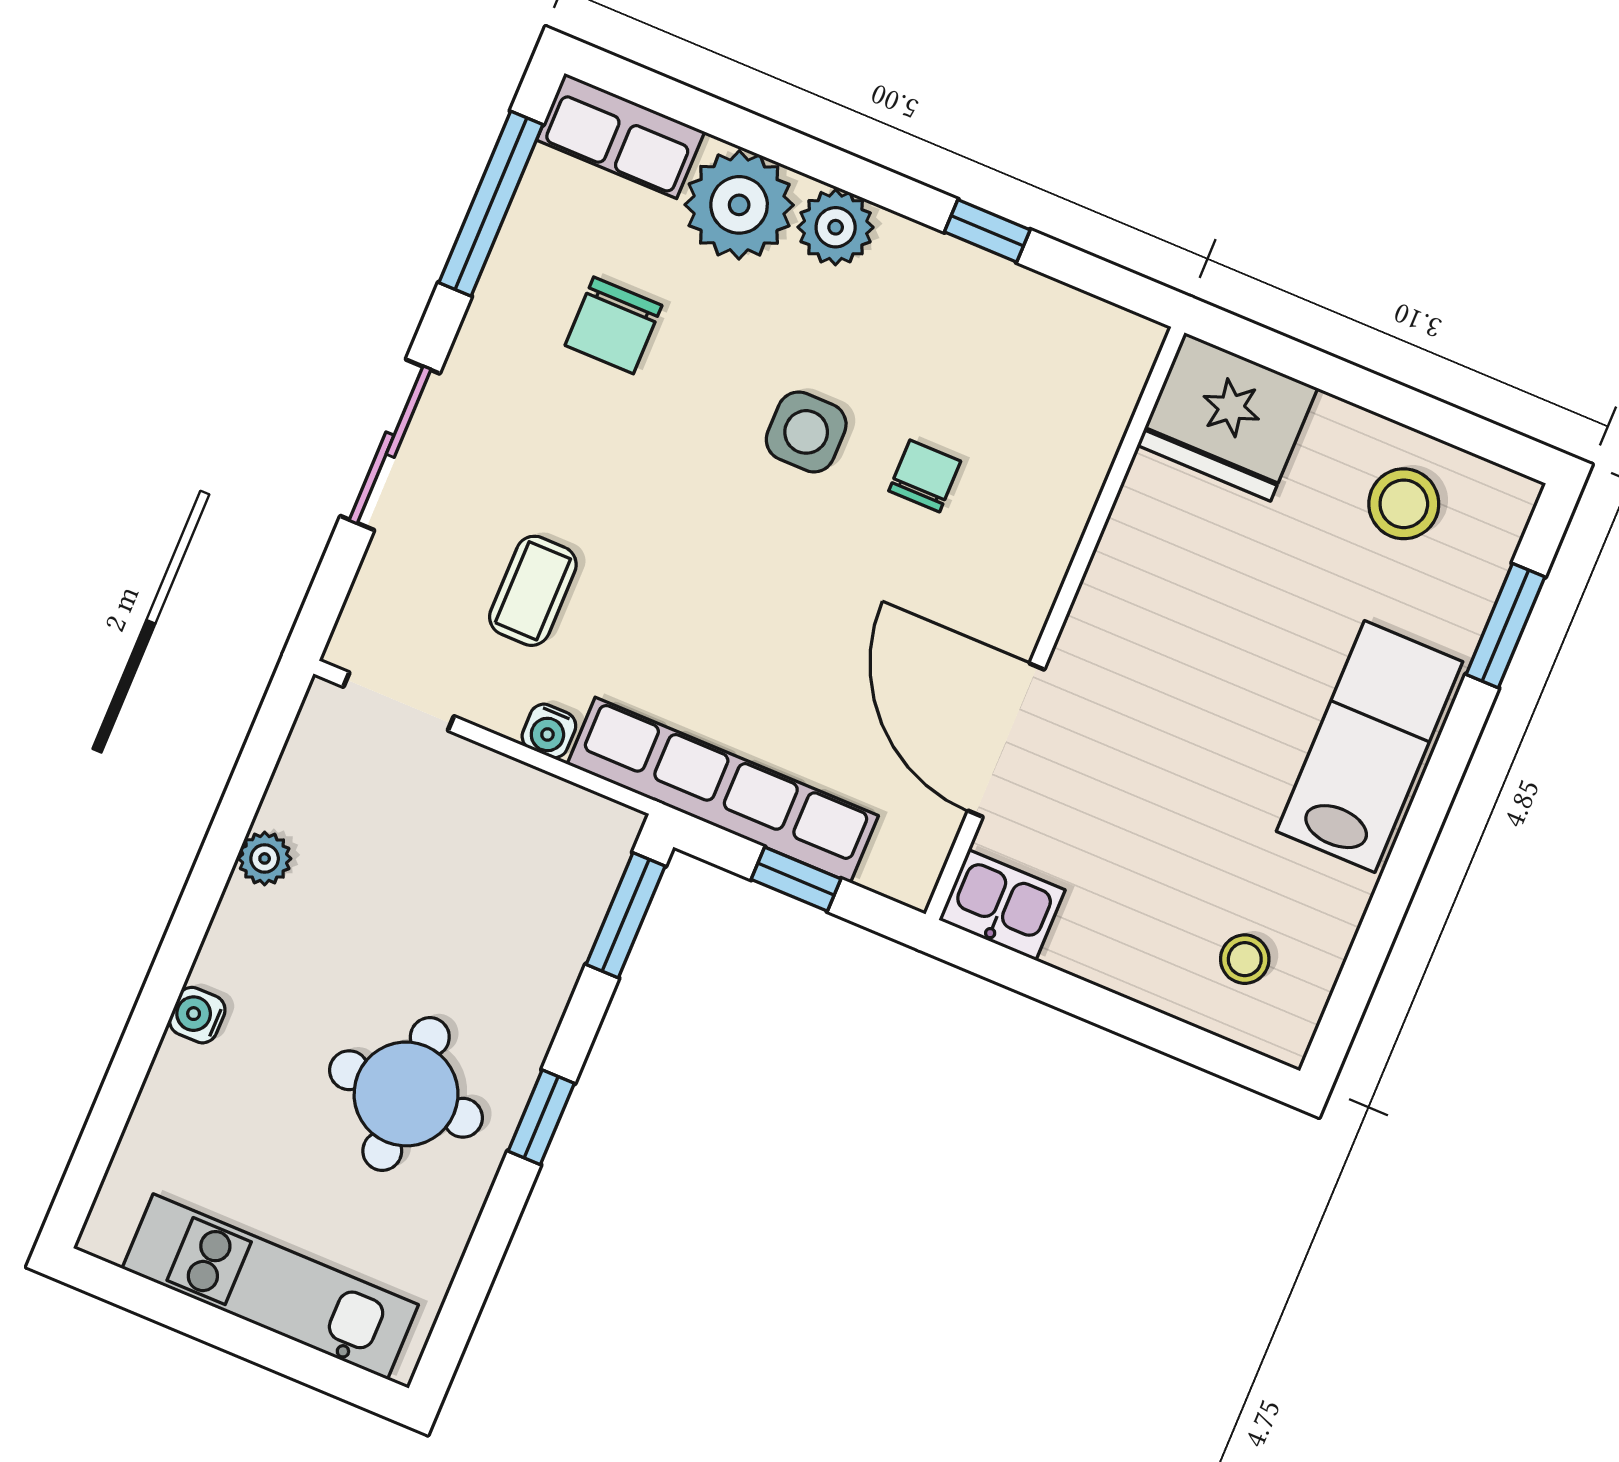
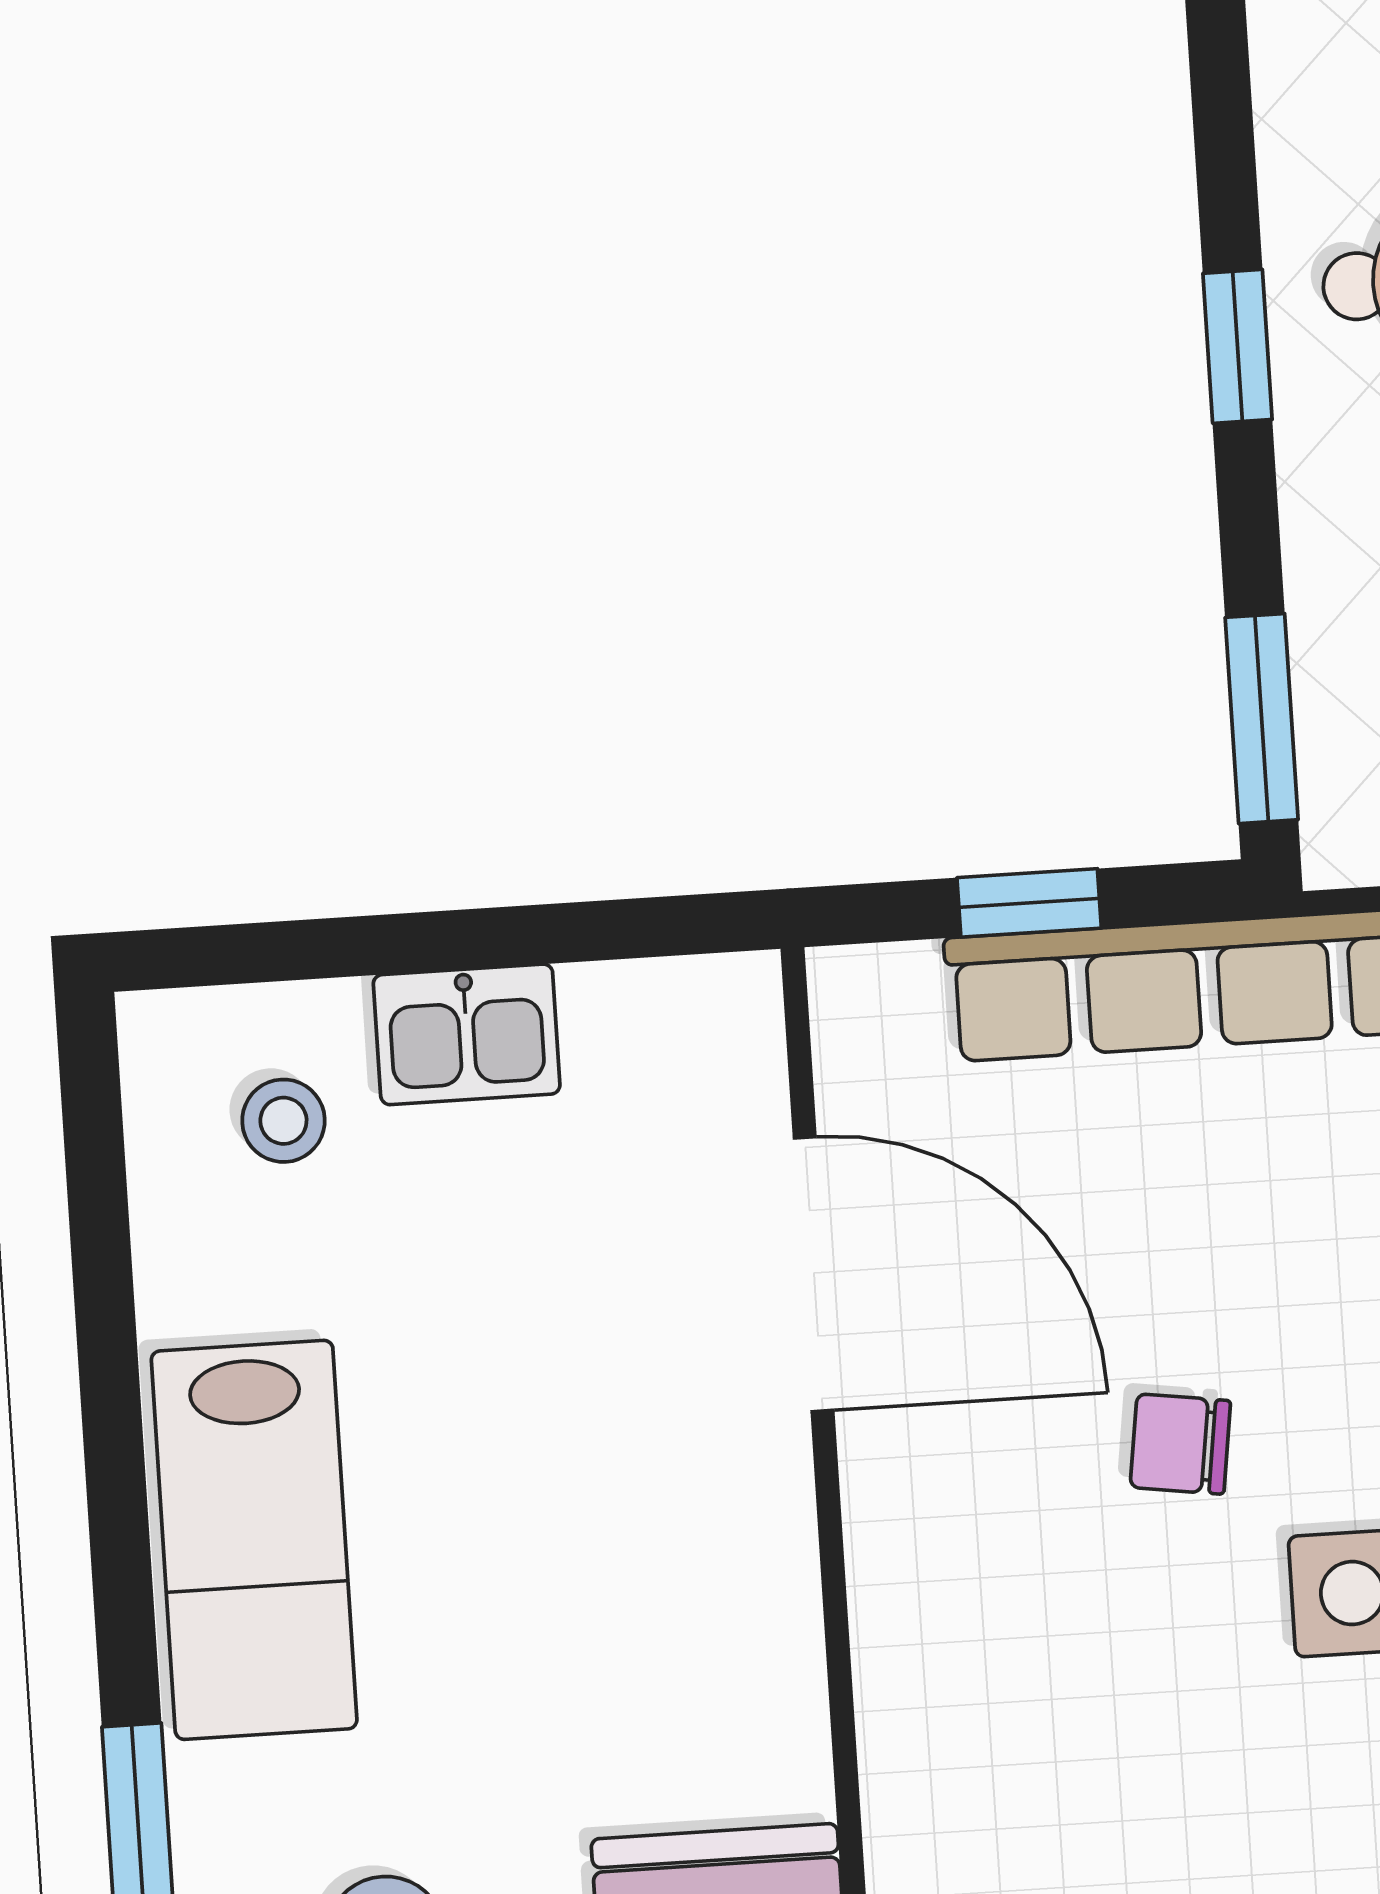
chair: (925, 476) -> (1180, 1444), moved, turned 98
kitchen sink: (1002, 905) -> (467, 1034), moved

